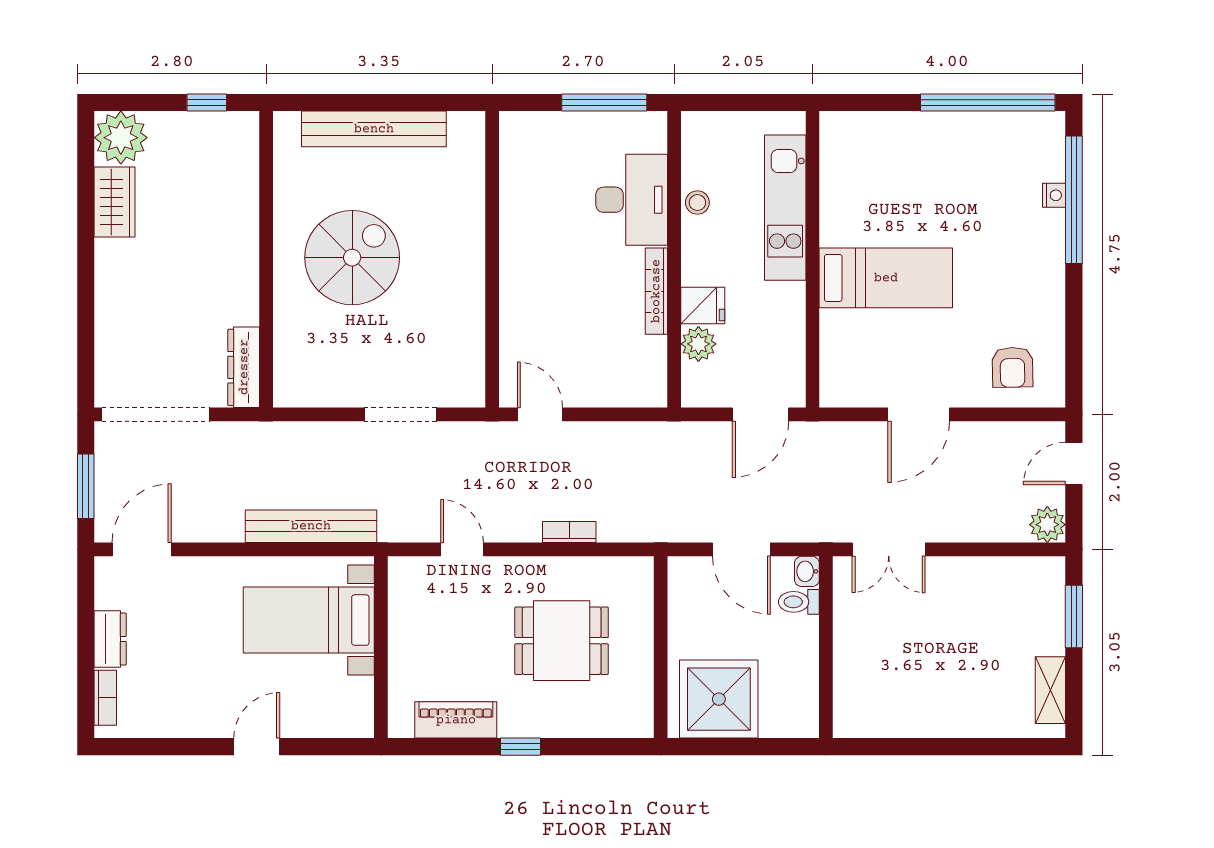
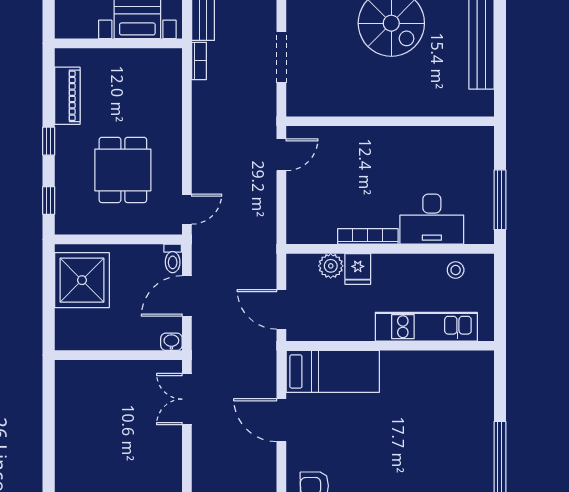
stool: (697, 203) -> (456, 270), moved
bed: (886, 278) -> (333, 371), moved, turned -90
bookcase: (569, 532) -> (199, 61), moved
door: (462, 549) -> (187, 209), moved
toilet: (799, 602) -> (173, 258), moved, turned 180
window: (605, 747) -> (49, 200), added

